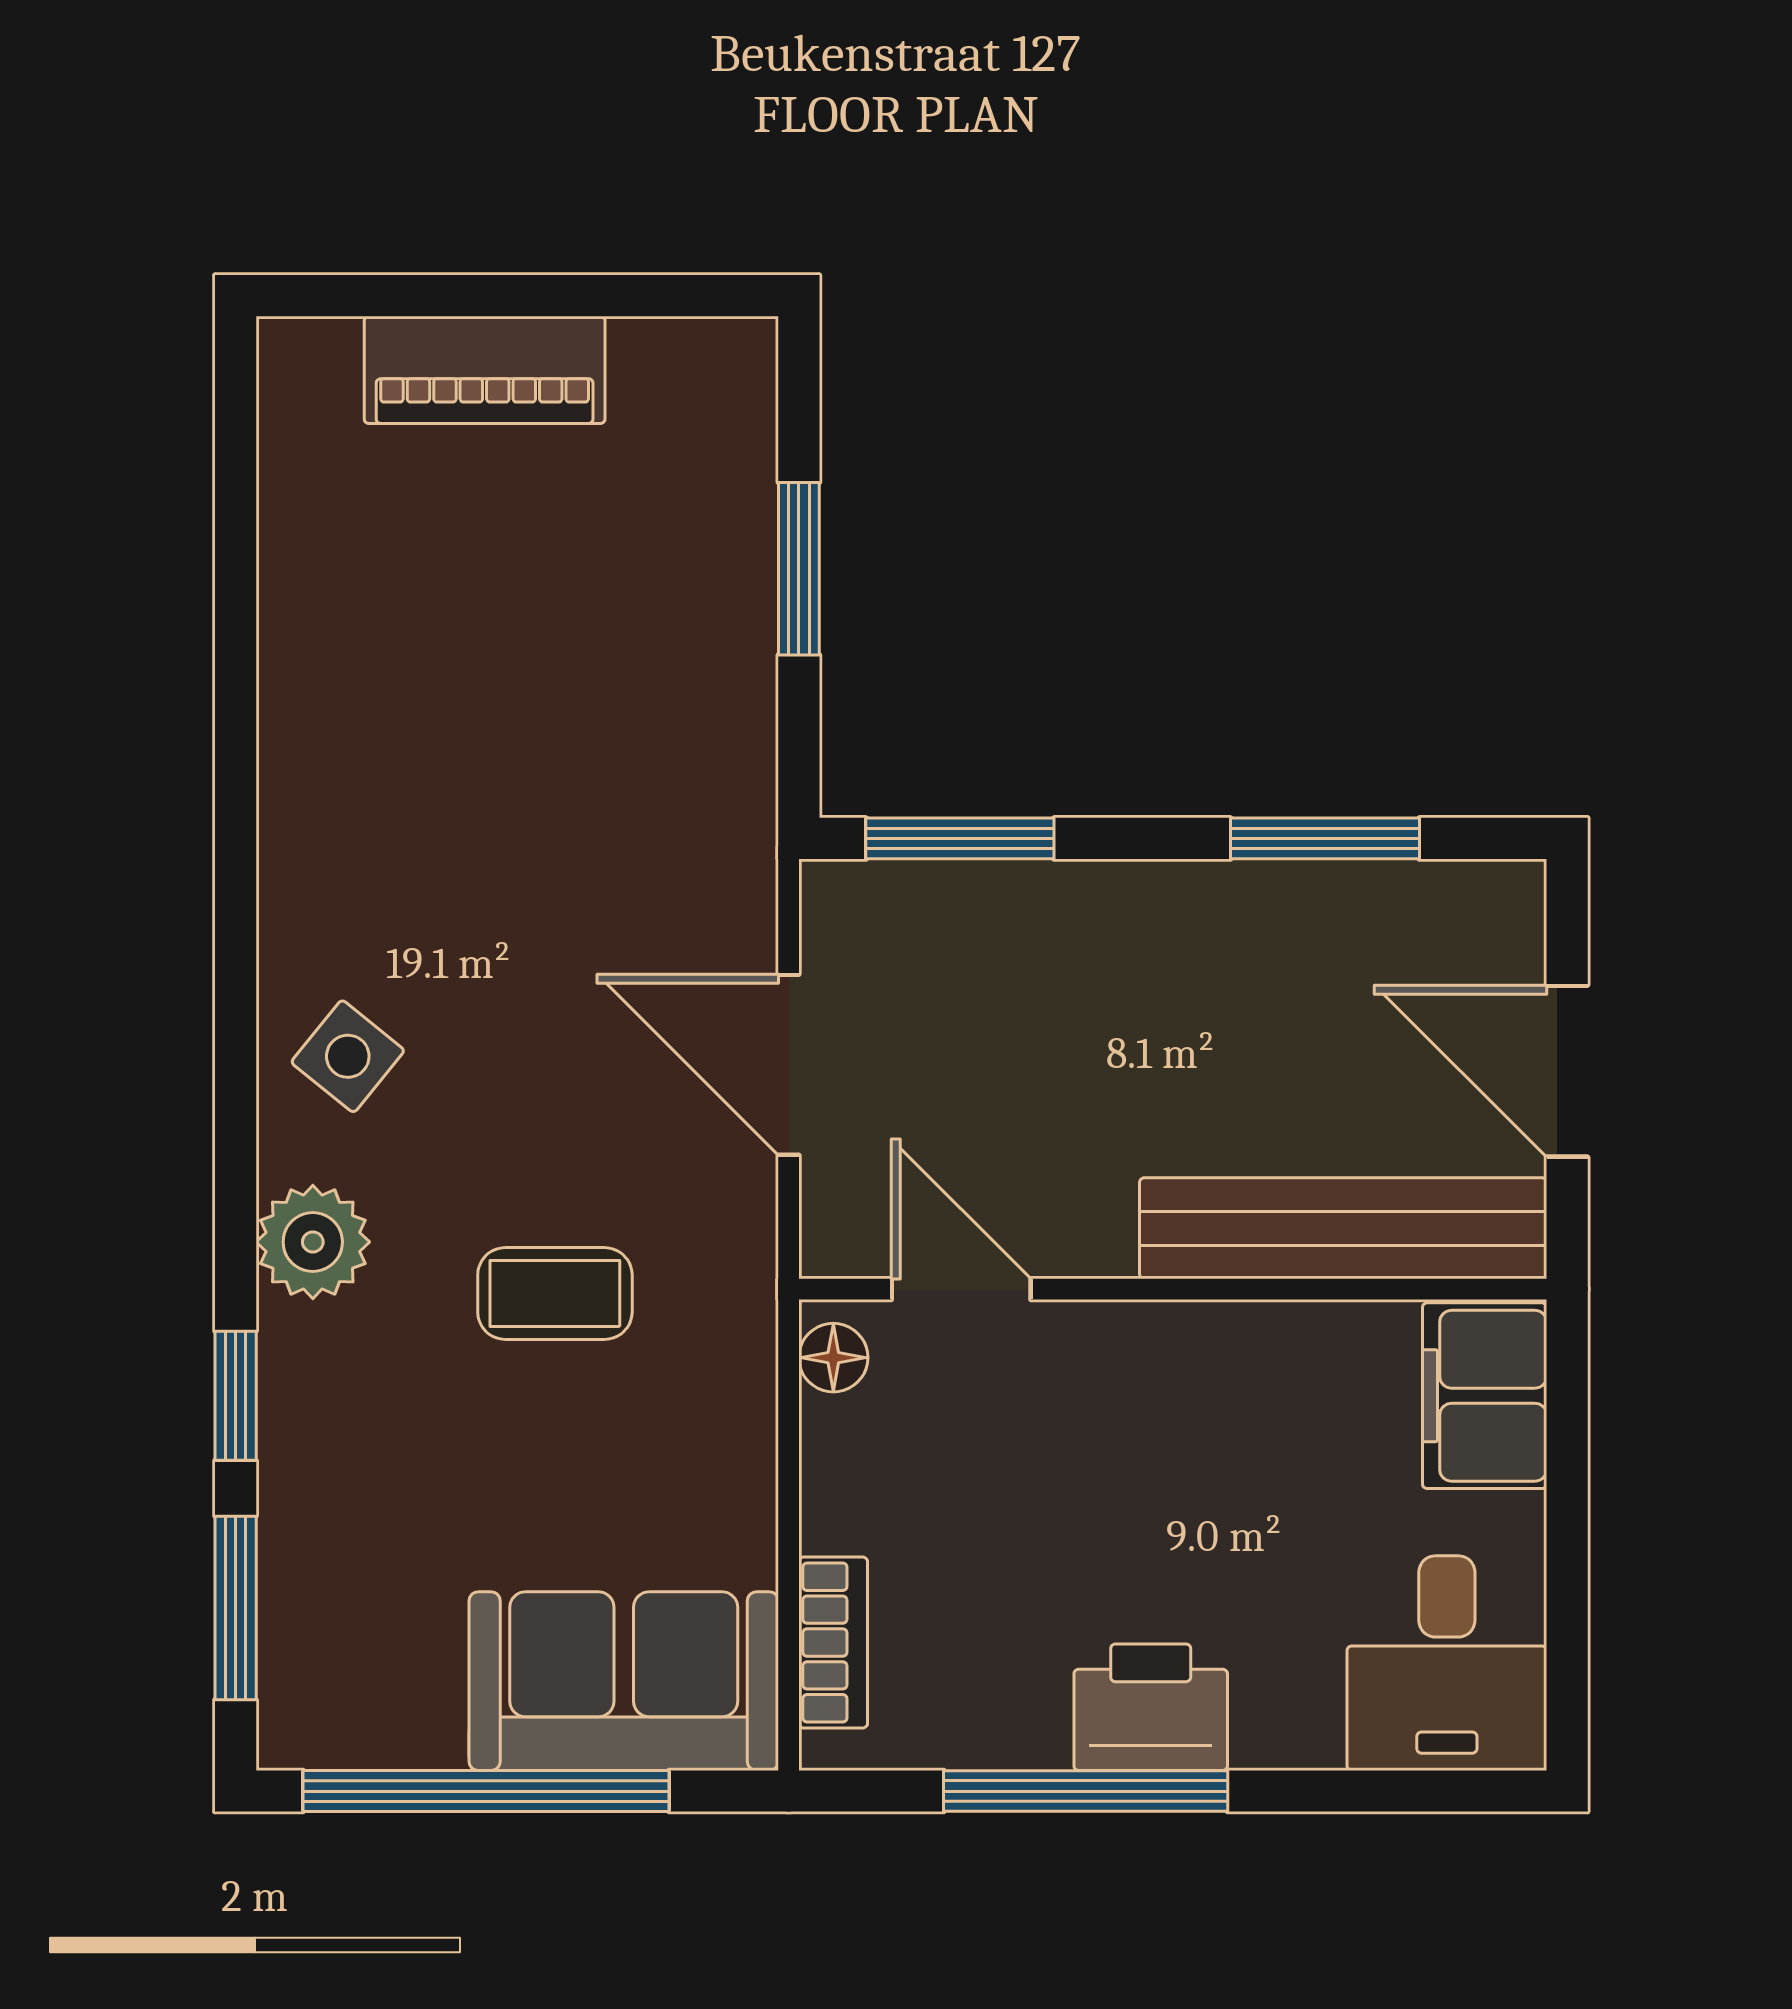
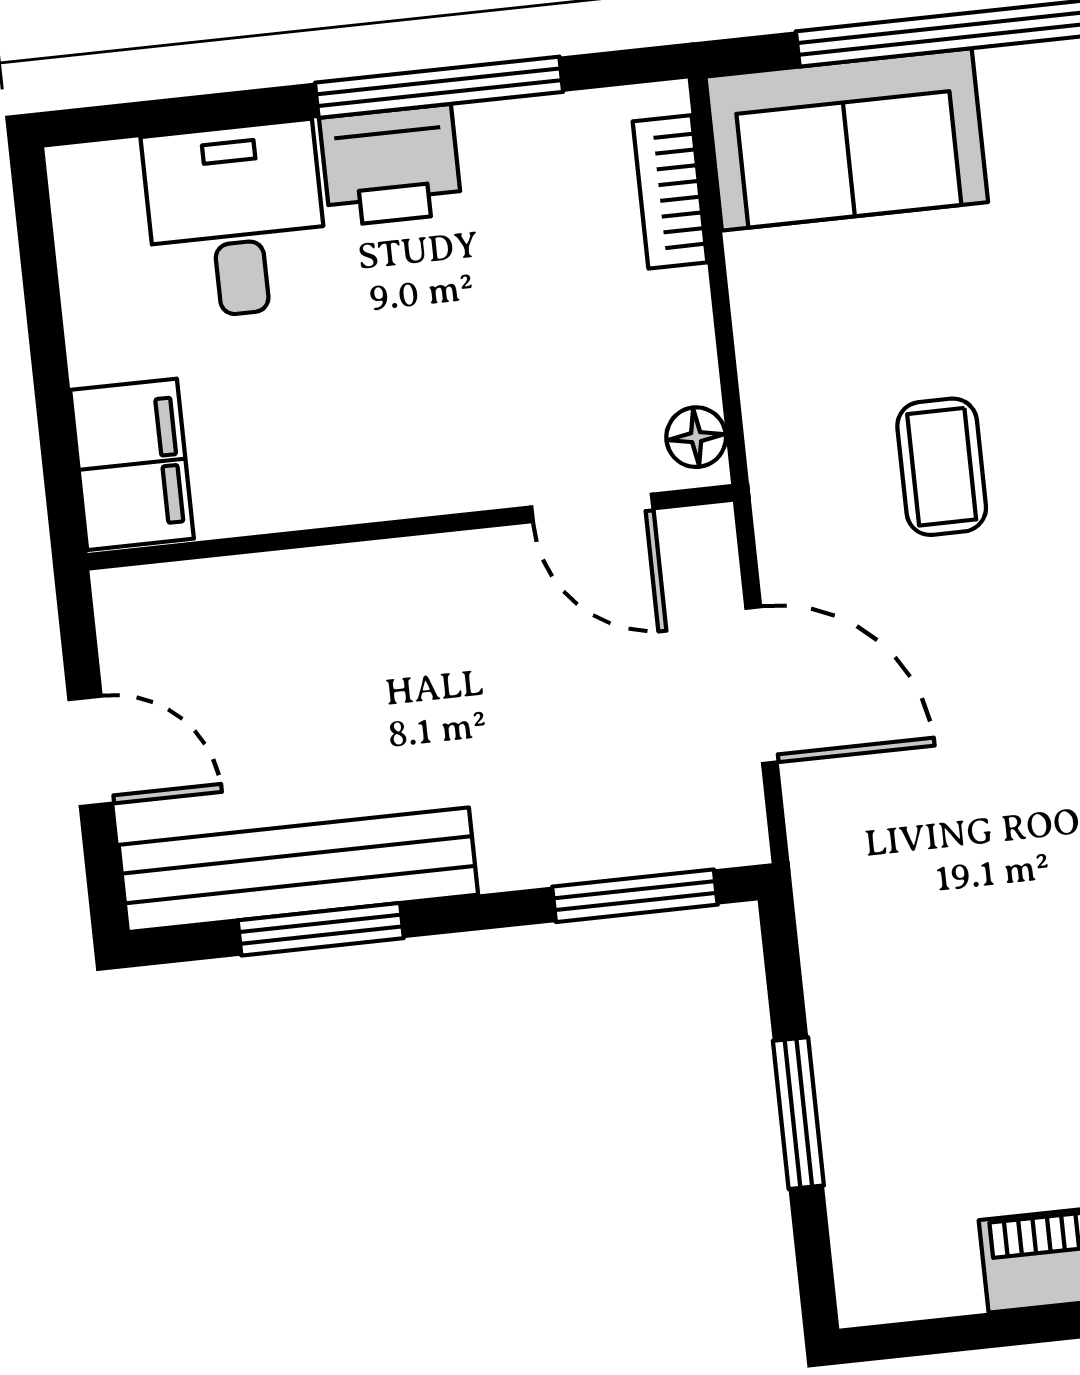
door: (1567, 1071) -> (91, 751), width x0.73
bench: (1343, 1228) -> (298, 870), moved
coffee table: (555, 1293) -> (942, 467), turned 90
desk: (1447, 1663) -> (236, 220), moved

